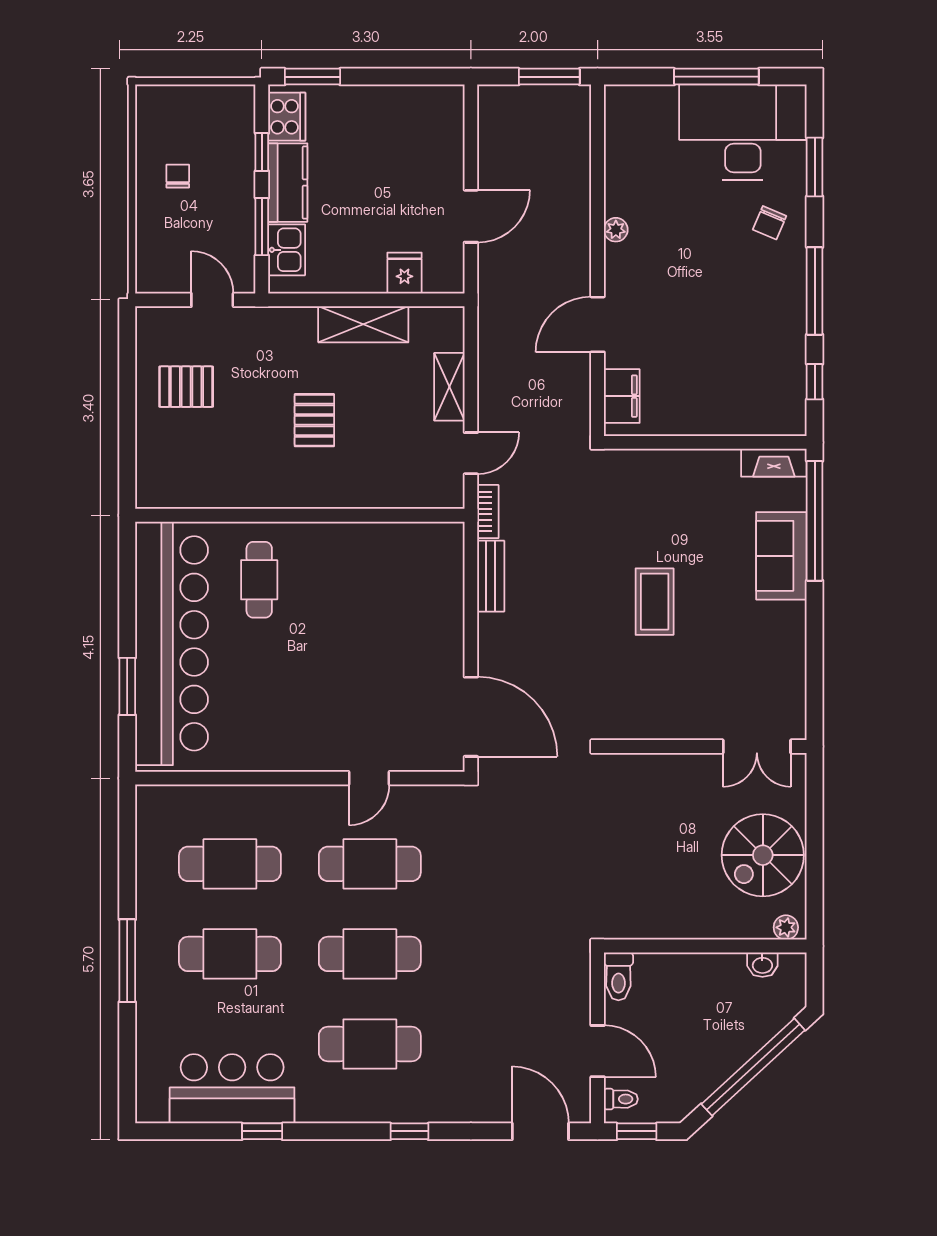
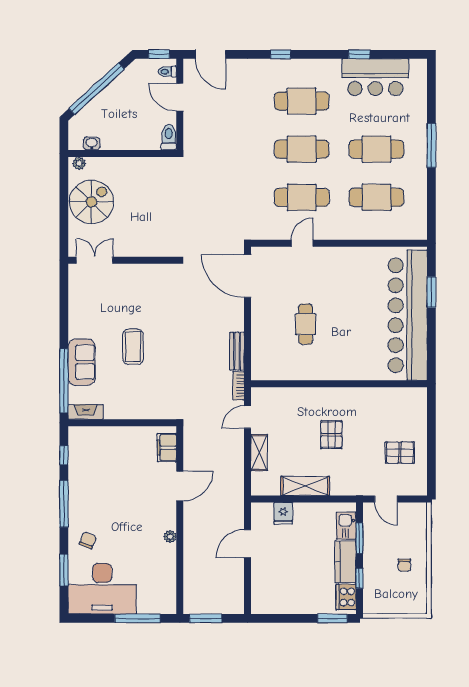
window: (716, 77) -> (137, 618), moved
cafe table: (259, 580) -> (306, 324), moved
coffee table: (655, 602) -> (133, 347), moved

